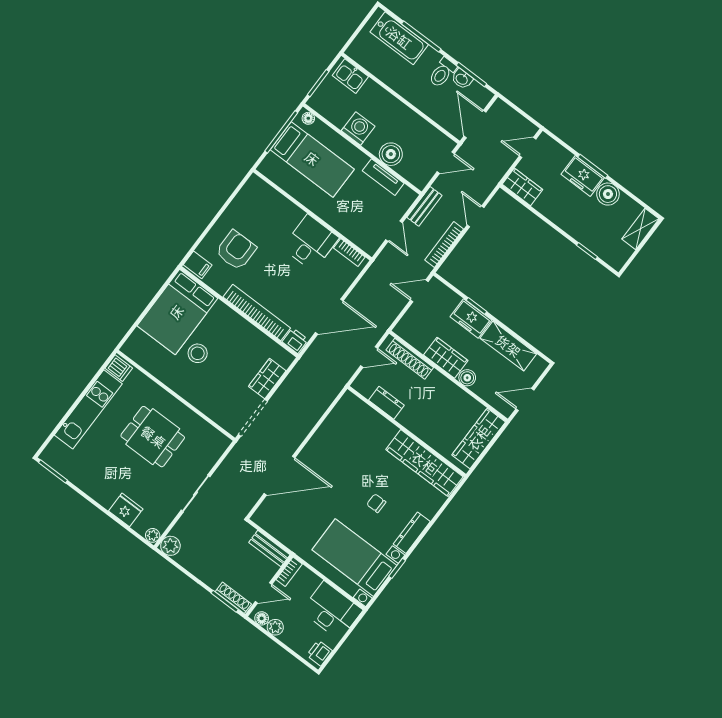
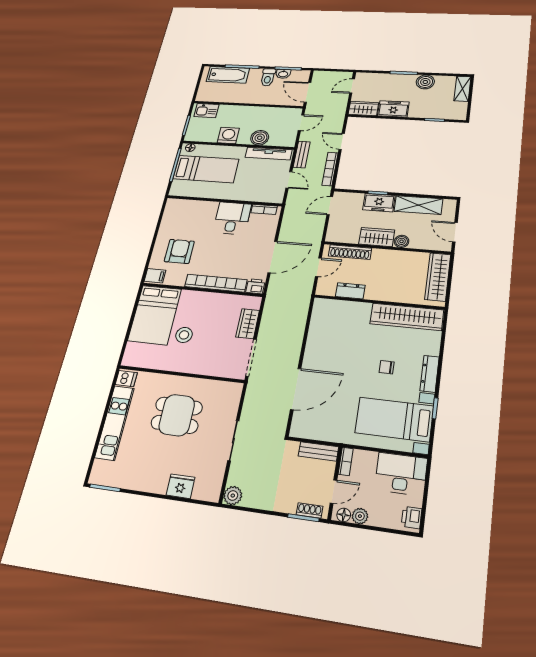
freezer: (583, 176) -> (393, 109), moved, turned 180
tv unit: (383, 177) -> (269, 153), width x1.41
door: (525, 399) -> (455, 232), hinge flipped
plant: (153, 535) -> (213, 495), removed
shoe rack: (233, 598) -> (310, 510), width x0.70

